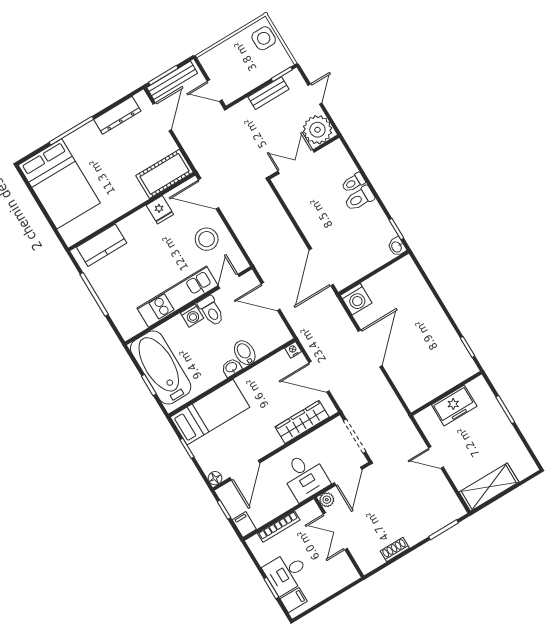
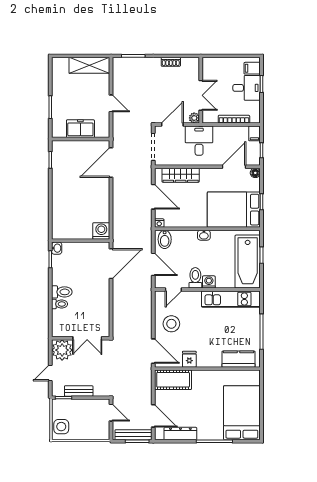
door: (162, 117) -> (153, 416), swing flipped
kitchen unit: (177, 297) -> (231, 299), moved
door: (370, 348) -> (111, 162), moved
bidet: (245, 353) -> (165, 239), moved
bed: (210, 412) -> (234, 210), width x1.50

